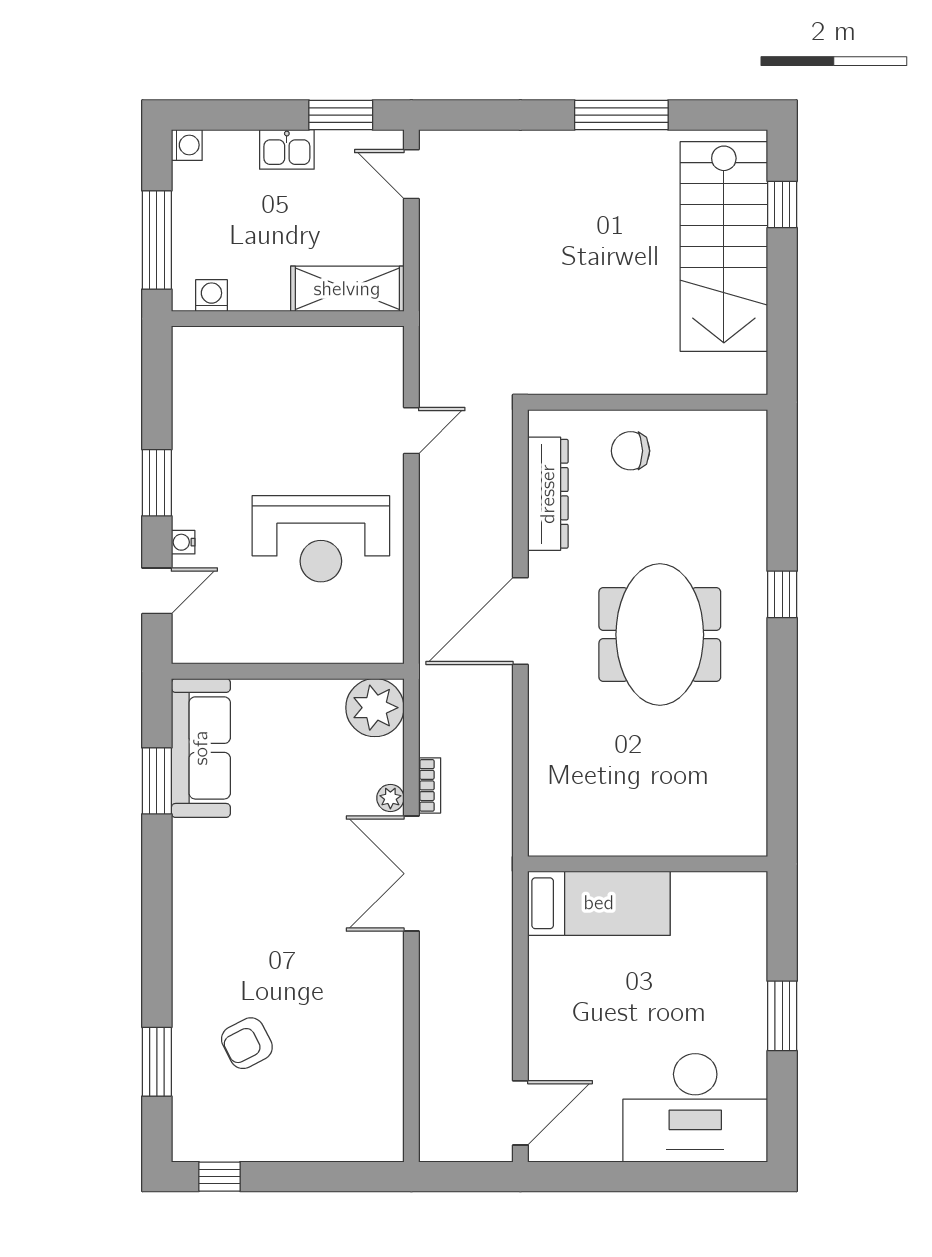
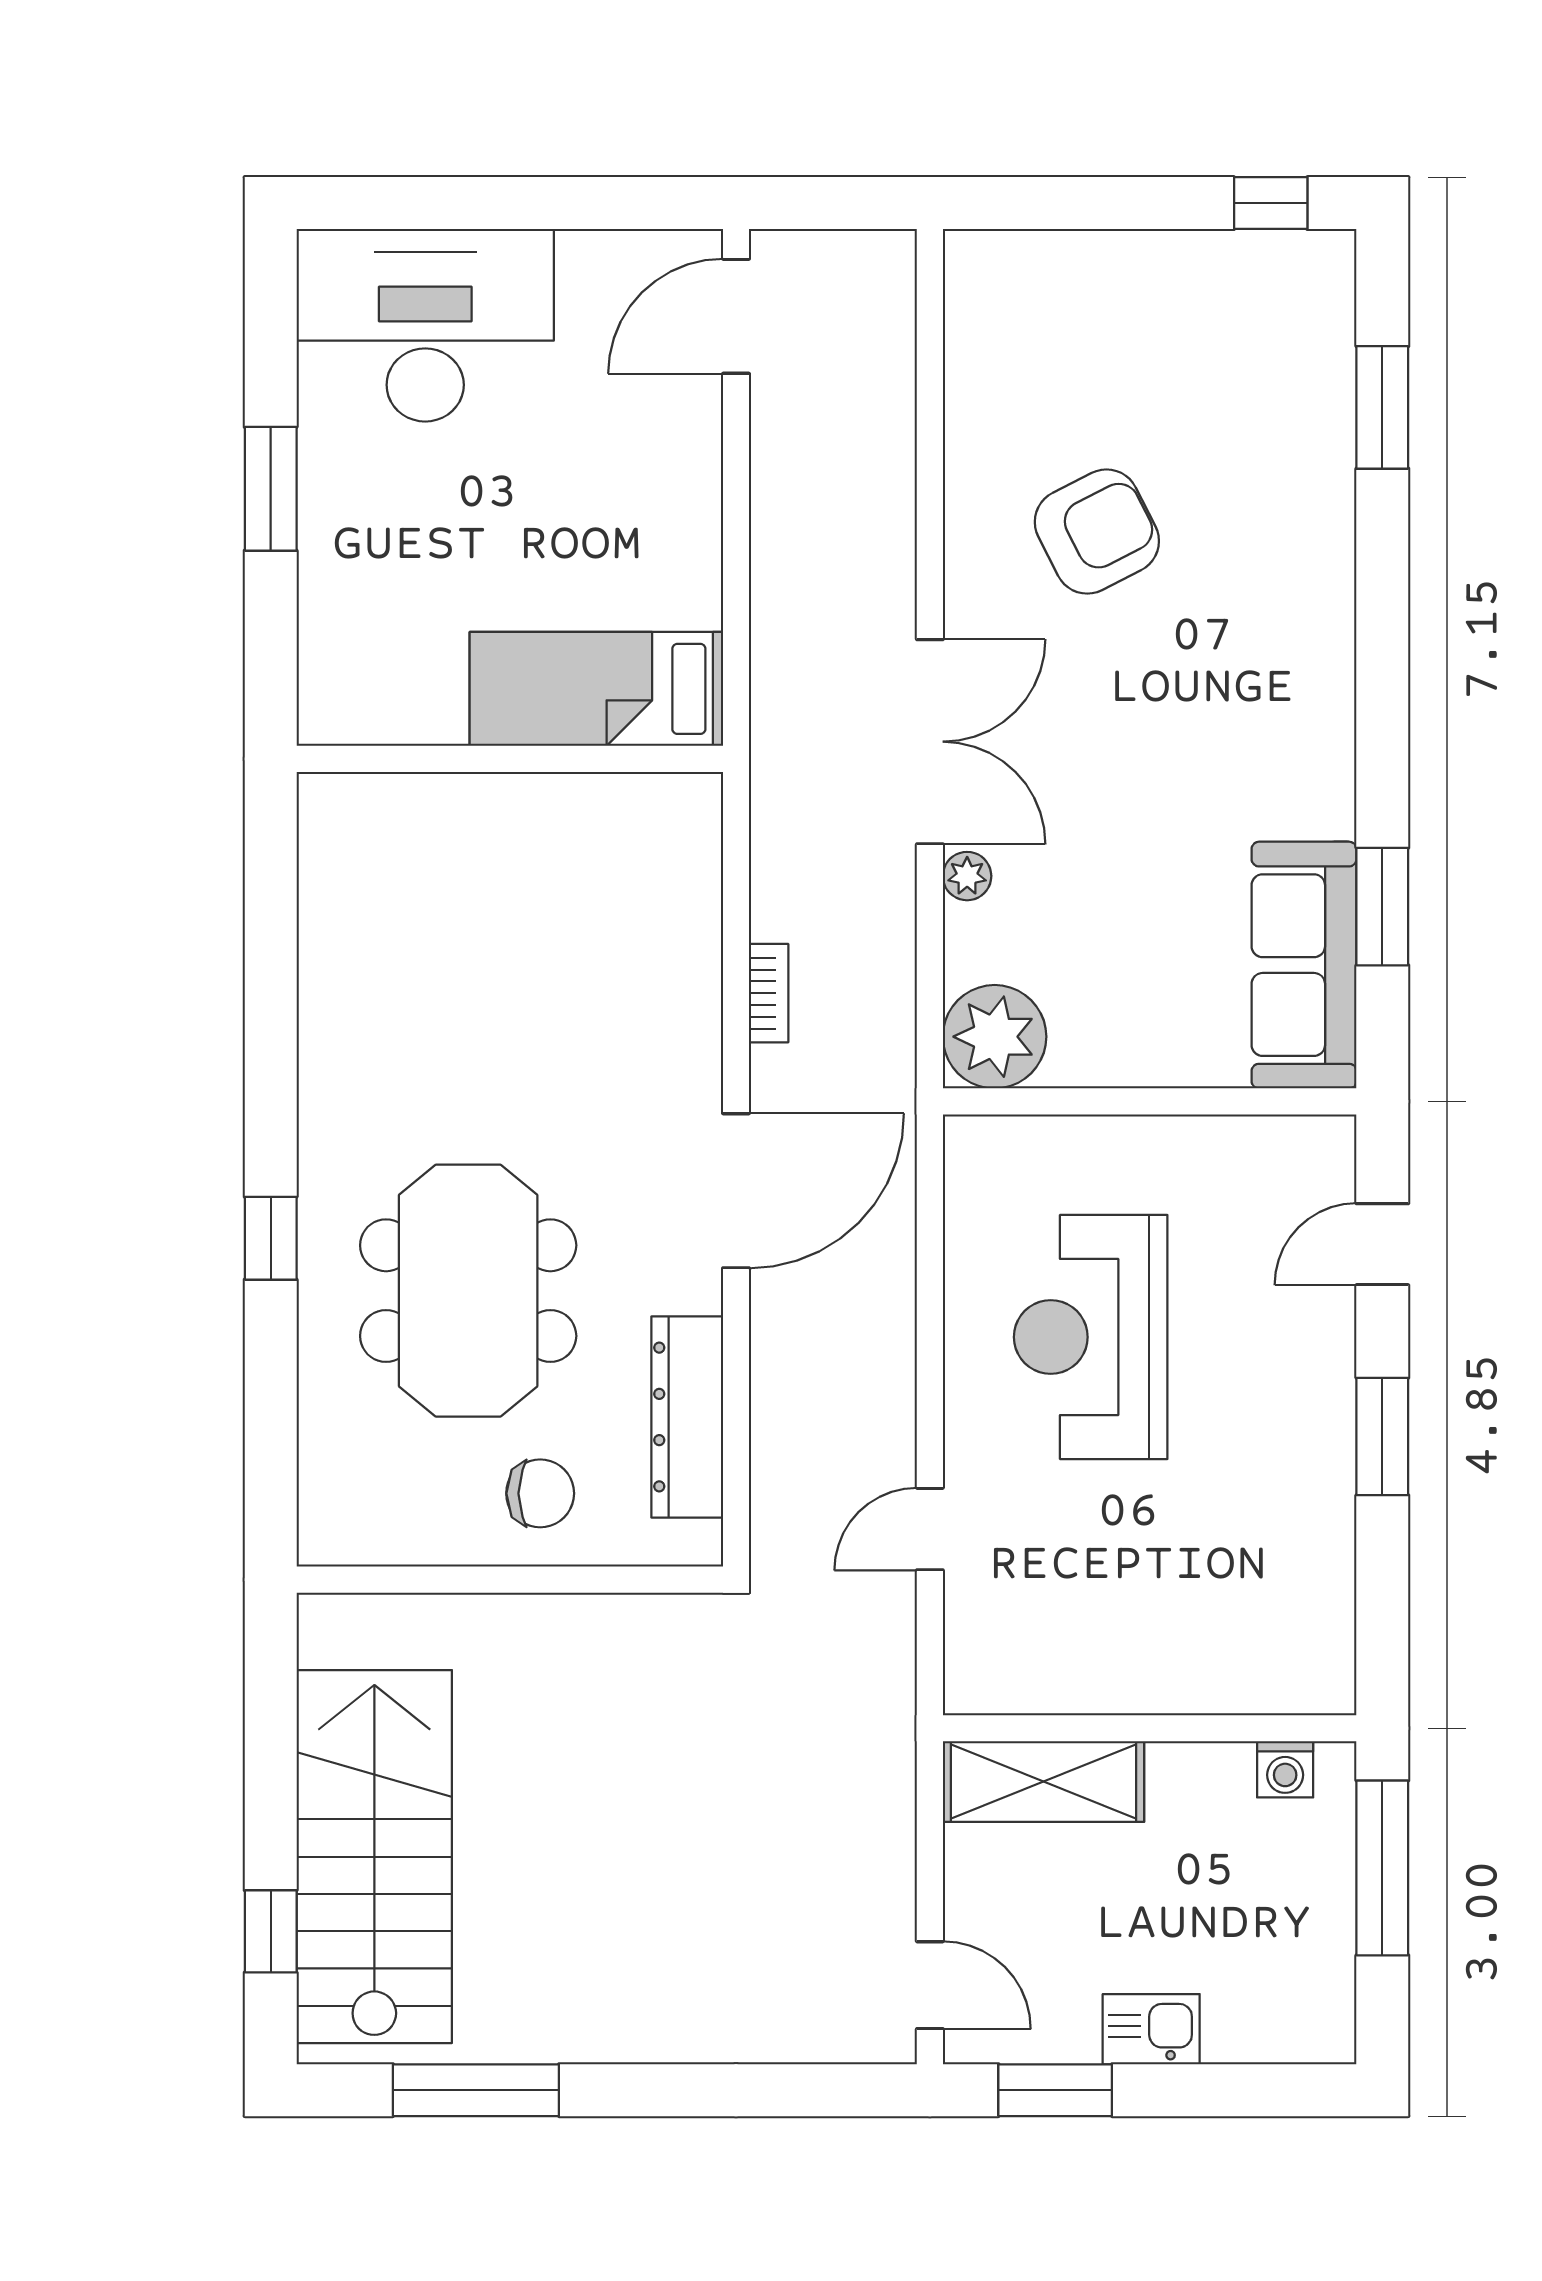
window: (621, 115) -> (476, 2090), moved
washing machine: (187, 145) -> (1329, 2037), removed
reception desk: (321, 539) -> (1091, 1337), turned -90
water cooler: (183, 542) -> (1335, 1331), removed
meeting table: (660, 635) -> (468, 1291), moved
bookcase: (430, 785) -> (769, 993), moved, turned 180
armchair: (247, 1043) -> (1097, 532), moved, width x1.38, depth x1.38

